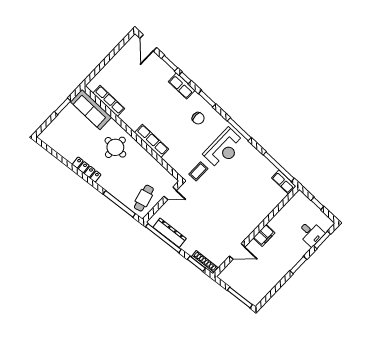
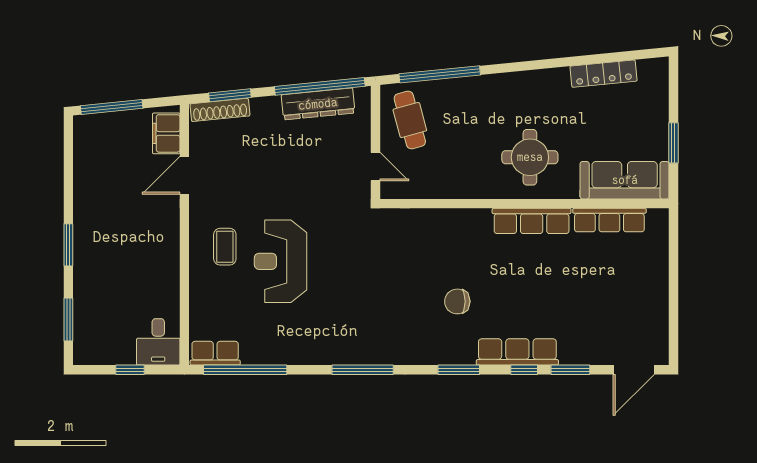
door: (148, 43) -> (634, 370), swing flipped
row of seats: (182, 86) -> (517, 352), width x1.48
chair: (198, 118) -> (457, 301), moved
row of seats: (151, 141) -> (532, 221), moved
reception desk: (224, 149) -> (281, 261), moved
locker: (87, 169) -> (604, 74), moved
coffee table: (198, 171) -> (225, 247), moved
door: (170, 193) -> (375, 167), swing flipped
desk: (311, 233) -> (158, 342), moved, turned -90
filing cabinet: (264, 235) -> (166, 133), moved

